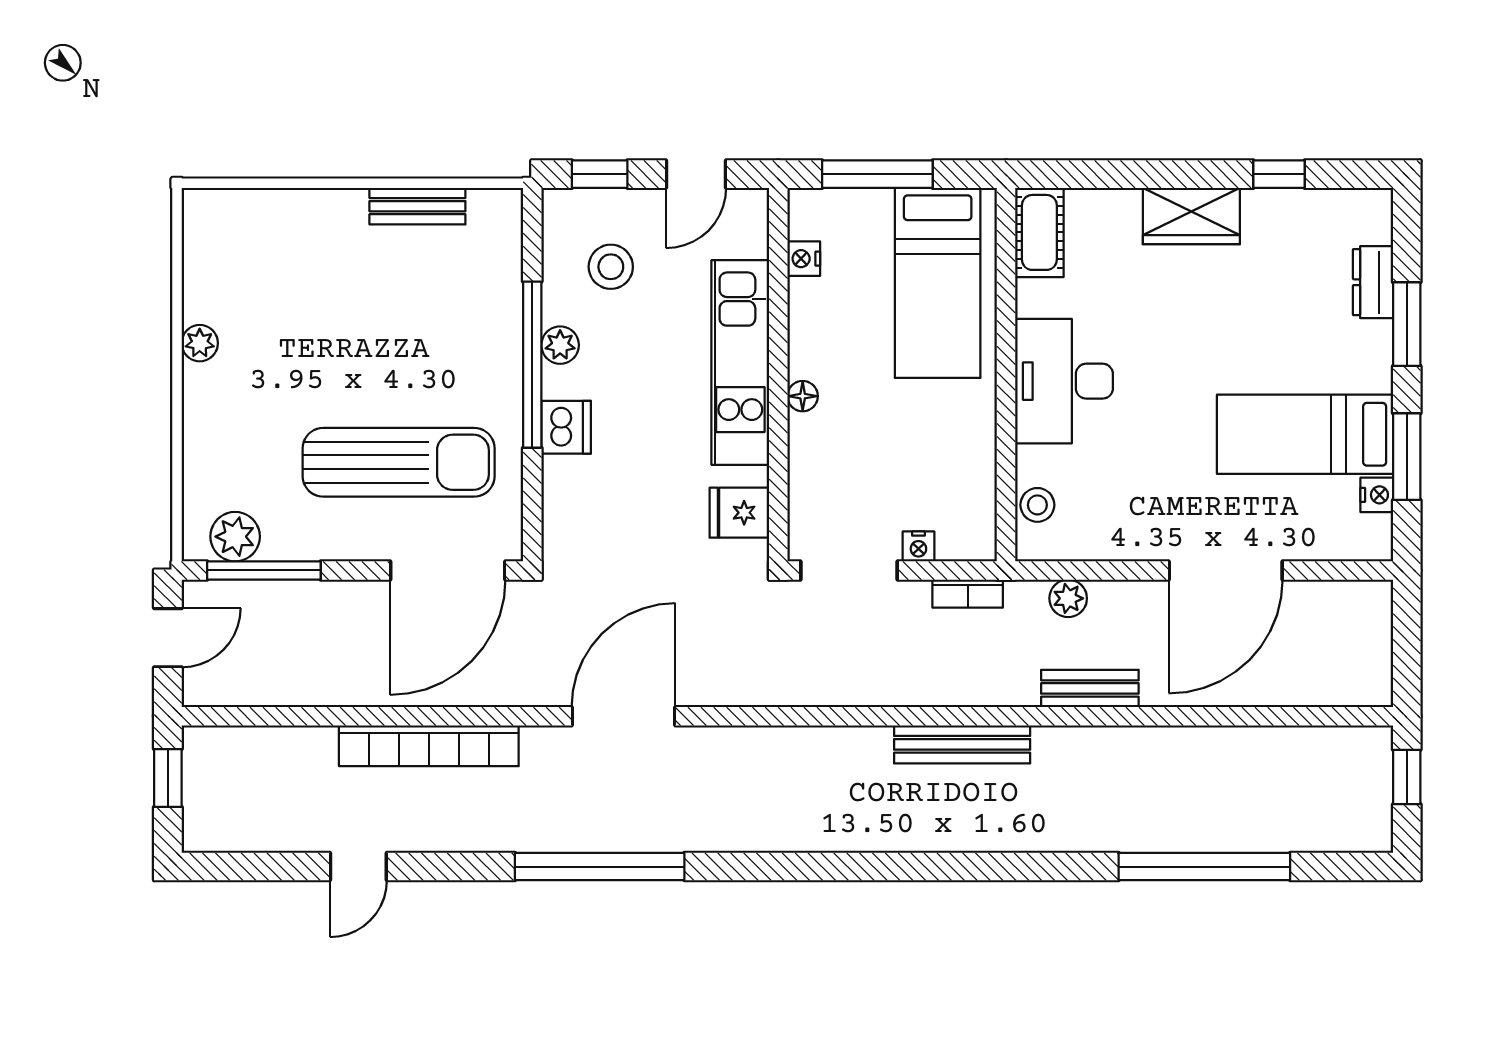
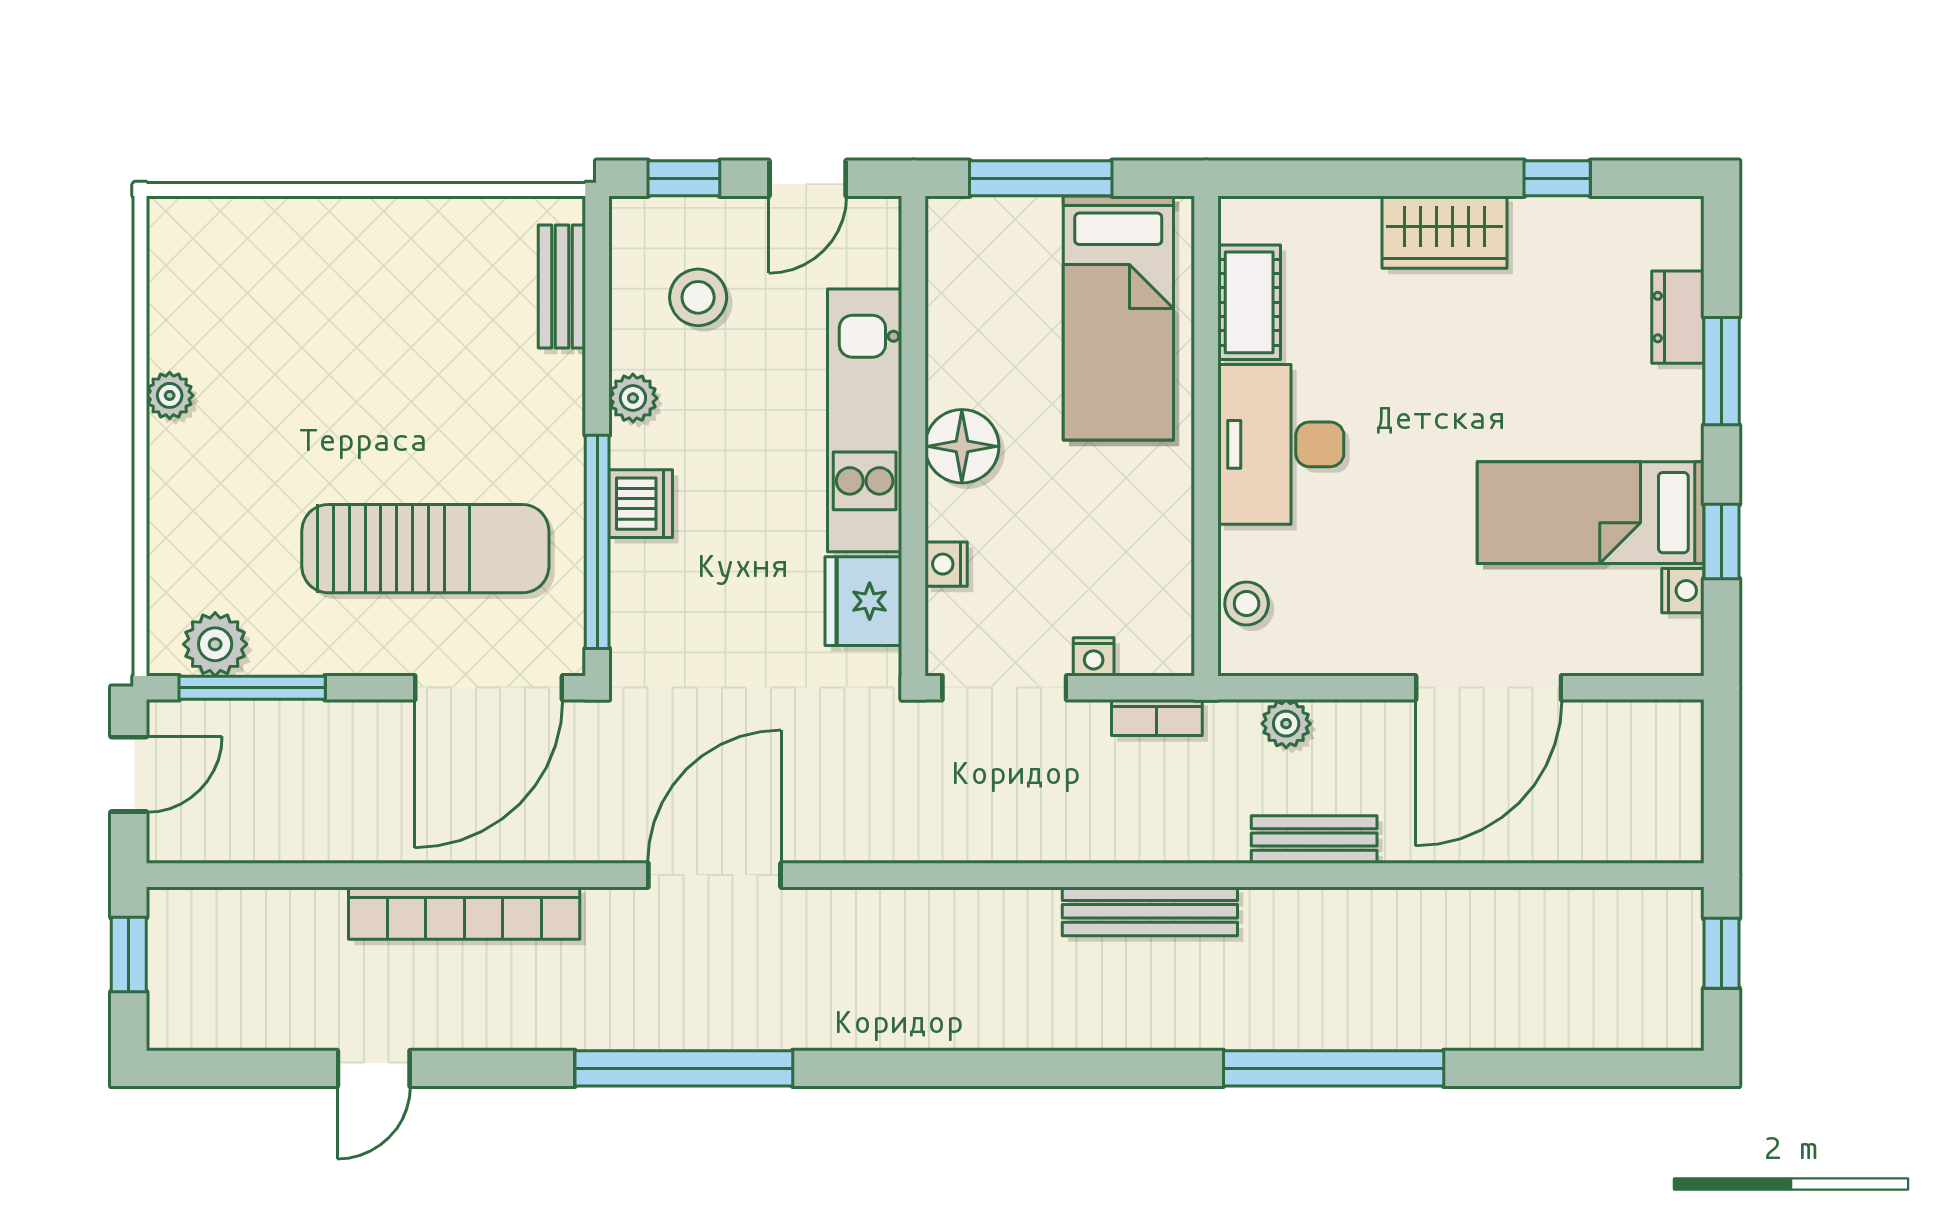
bench: (417, 206) -> (562, 287), moved, turned 90
cot: (1039, 232) -> (1249, 302), moved
nightstand: (804, 259) -> (946, 564), moved
window: (532, 365) -> (597, 542), moved
floor lamp: (803, 396) -> (962, 446), width x1.89, depth x1.89
window: (1407, 457) -> (1721, 541), width x0.67
fridge: (739, 513) -> (863, 601), width x1.38
window: (1204, 867) -> (1334, 1068), moved

